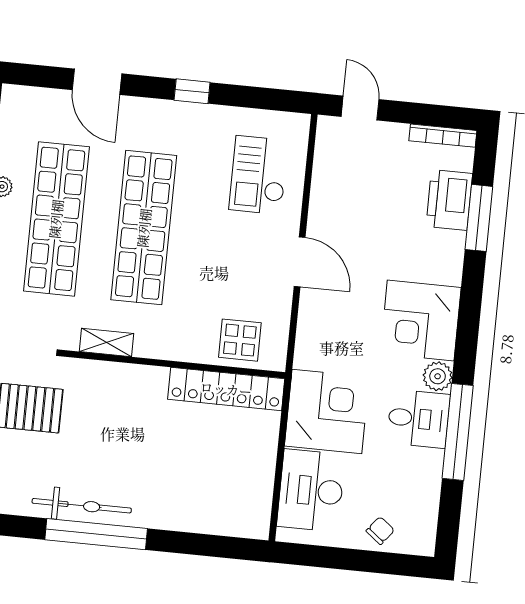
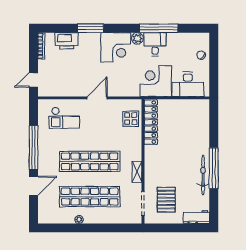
window: (192, 91) -> (33, 148), width x3.17
window: (479, 218) -> (90, 28), moved

